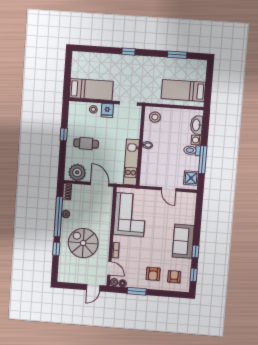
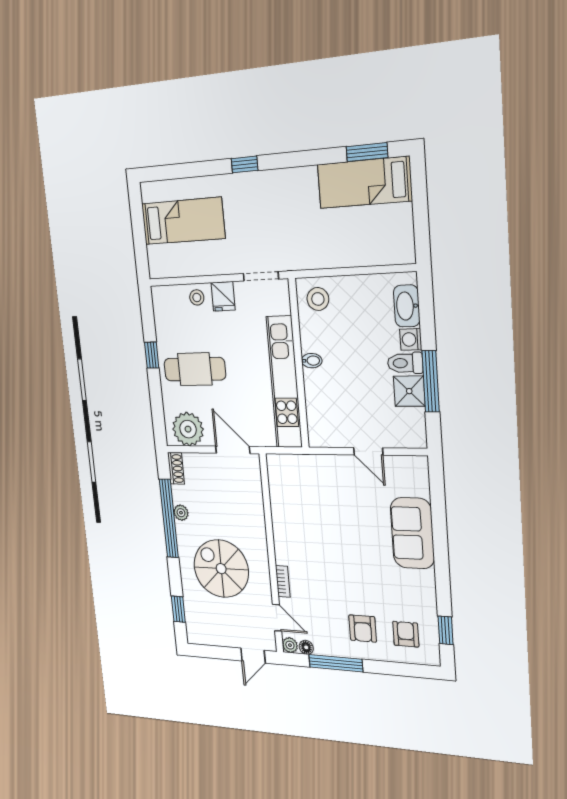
window: (177, 55) -> (367, 152), moved
bed: (91, 89) -> (183, 221), moved
bed: (183, 90) -> (364, 183), moved
cafe table: (86, 143) -> (195, 369), width x1.37, depth x1.35
kitchen unit: (131, 162) -> (284, 382), width x1.36
shower: (191, 178) -> (409, 391), moved
corner sofa: (130, 215) -> (299, 509), removed
sofa: (183, 241) -> (412, 533), moved
window: (56, 249) -> (178, 609), moved
window: (195, 251) -> (443, 581), removed
window: (137, 291) -> (336, 663), width x1.44

